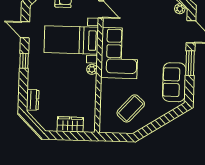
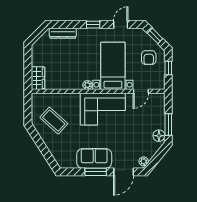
sofa: (174, 82) -> (94, 158), moved
dresser: (33, 100) -> (63, 33), width x1.44
wardrobe: (70, 124) -> (38, 78), moved

